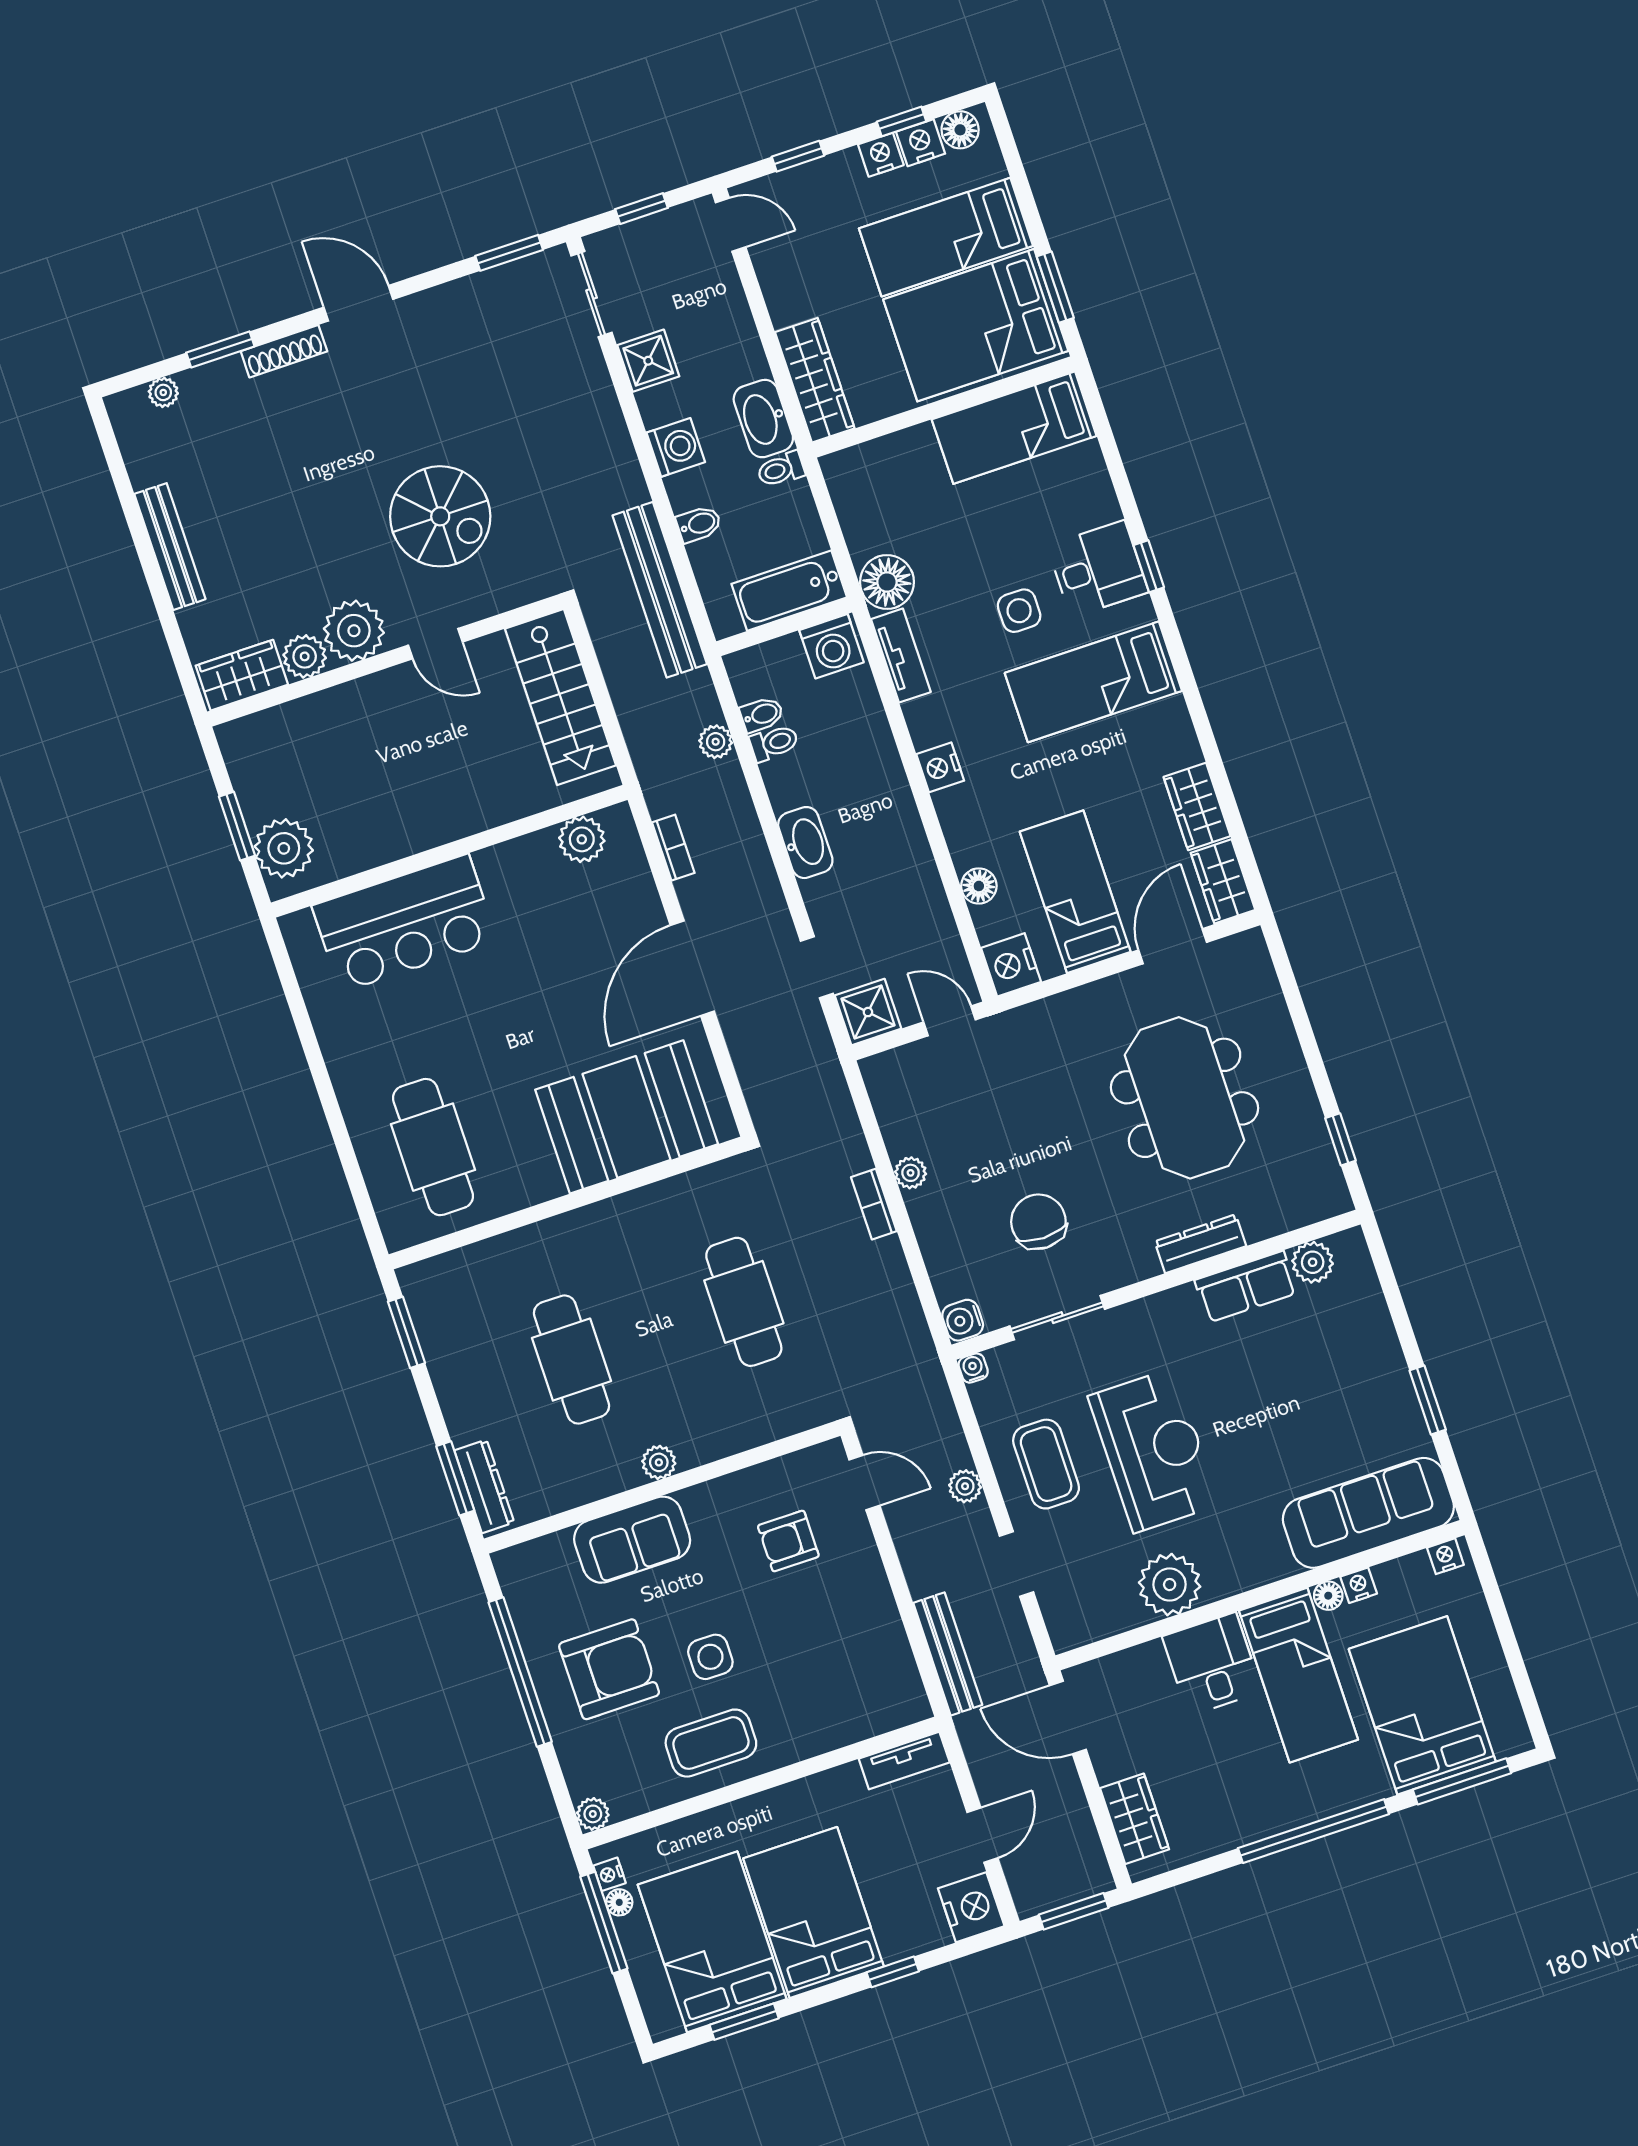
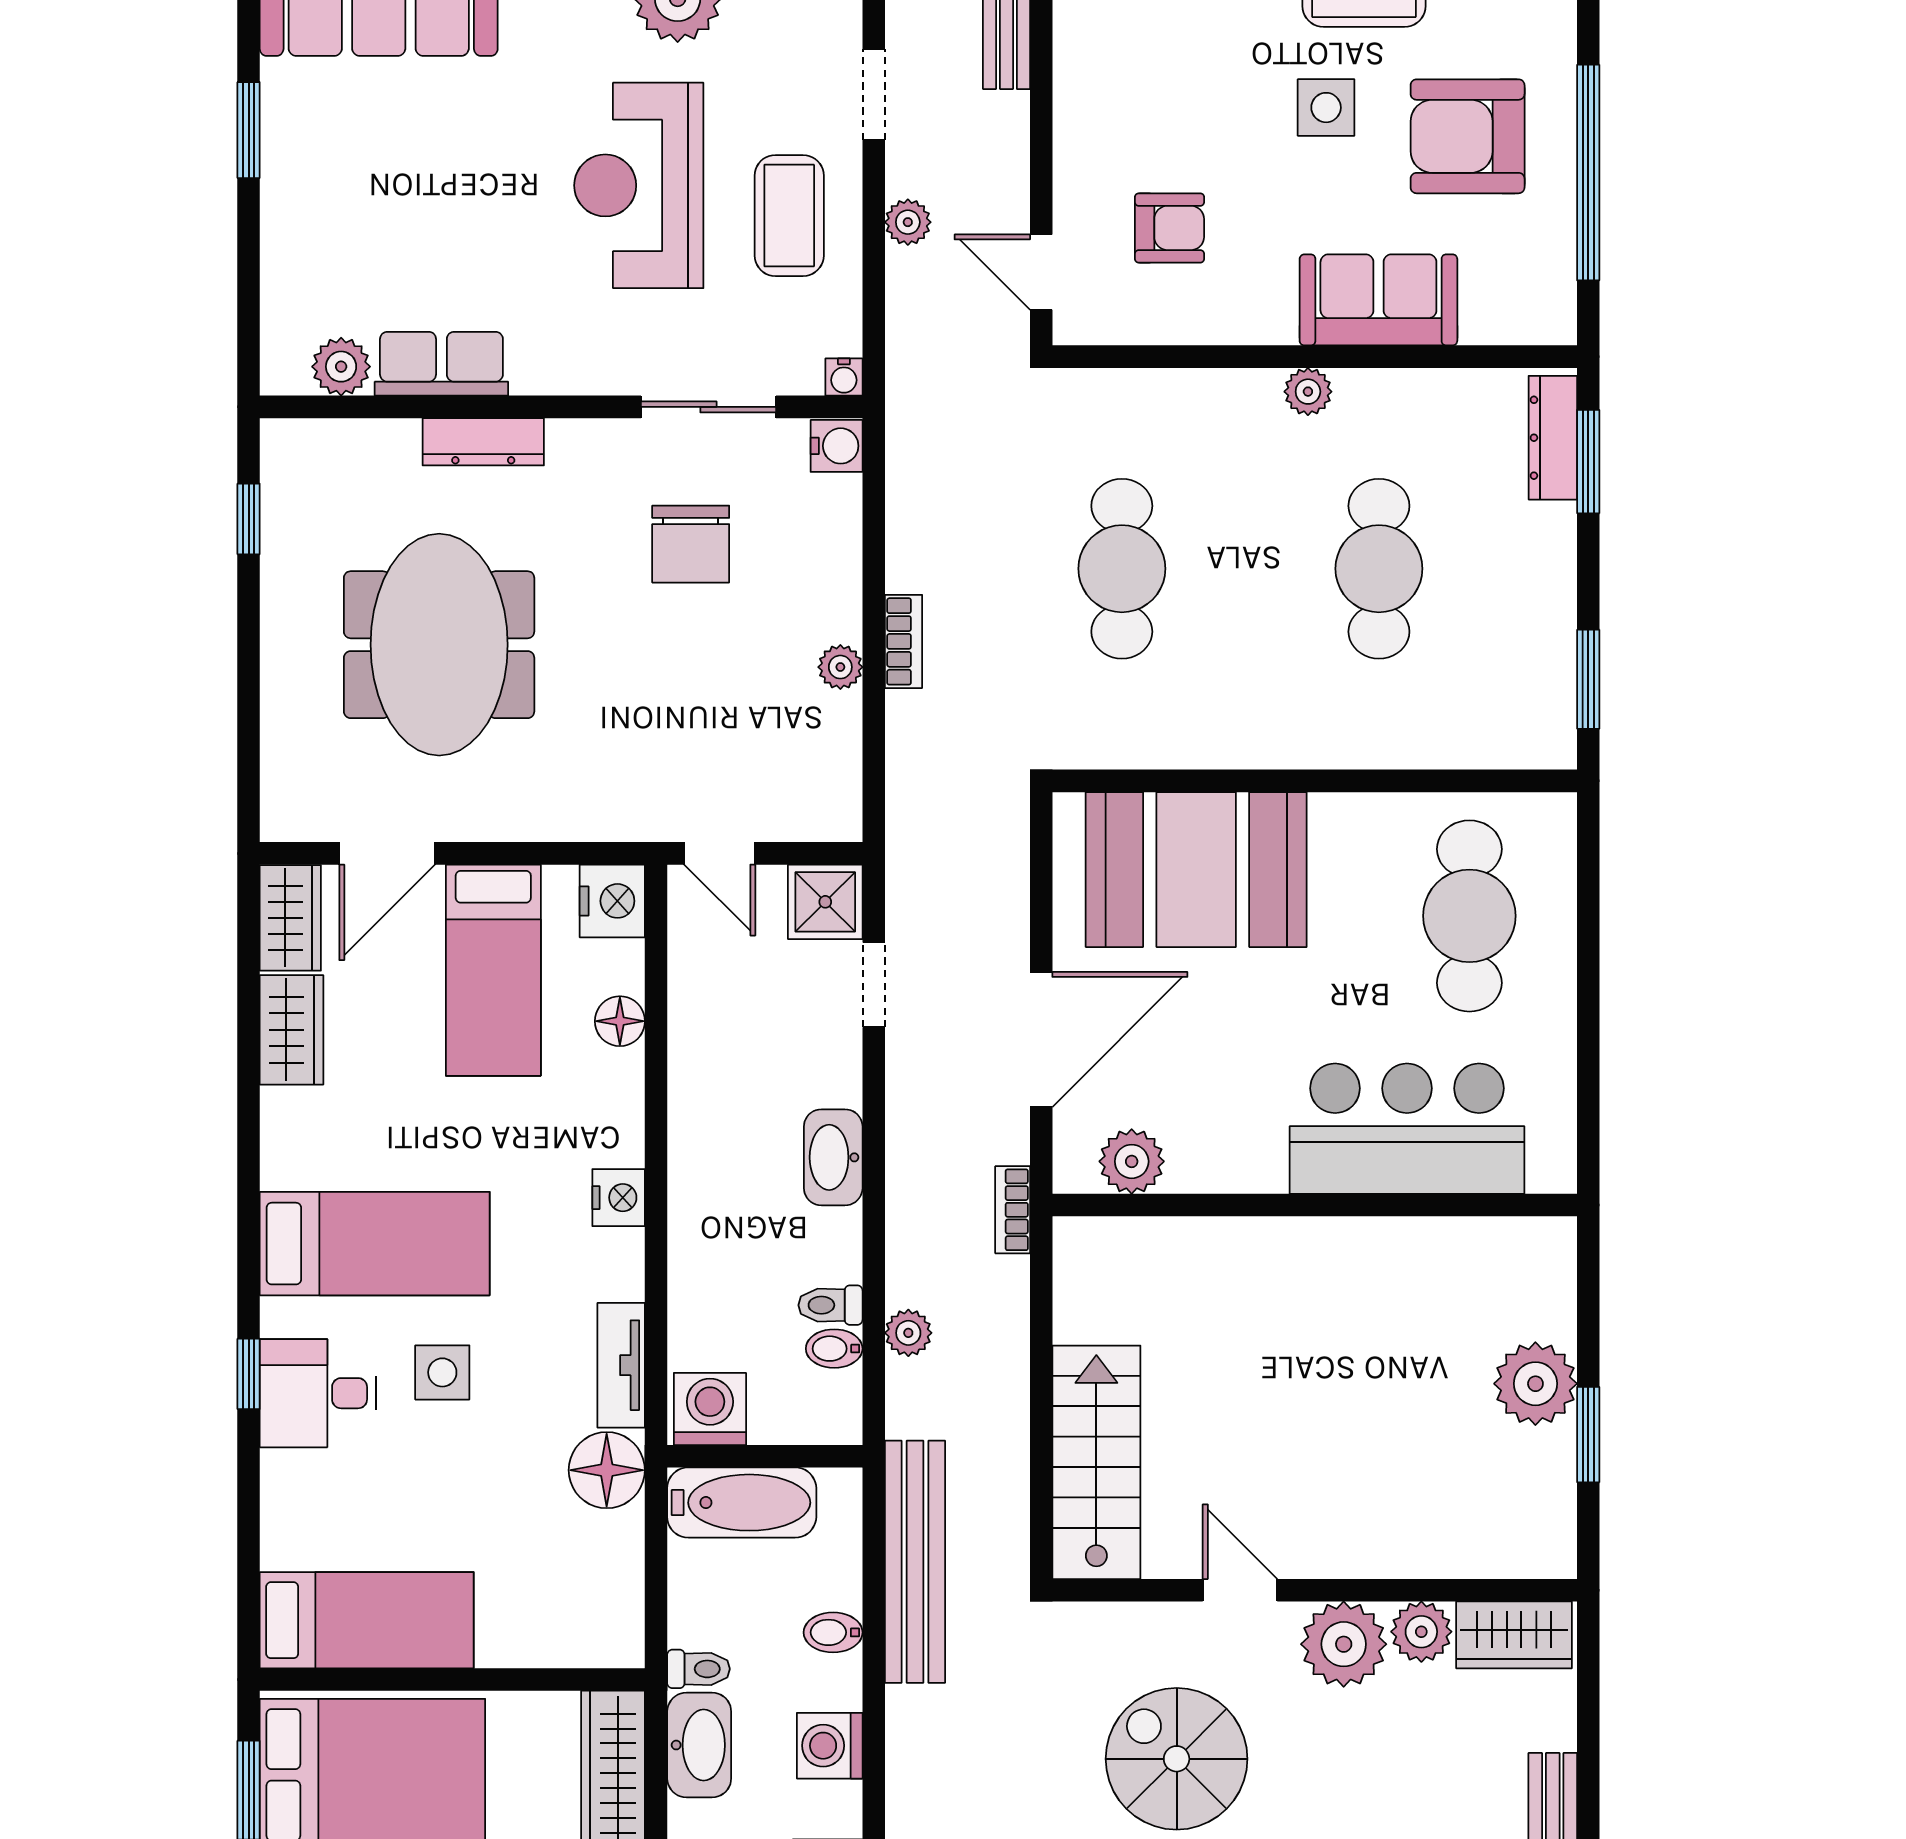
plant: (582, 839) -> (1132, 1161), moved
wall: (449, 851) -> (1315, 1205), moved
bar counter: (405, 923) -> (1407, 1129), moved

